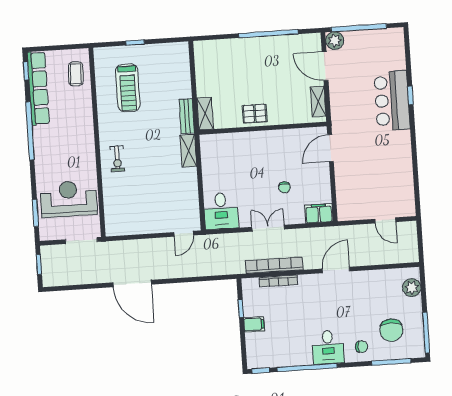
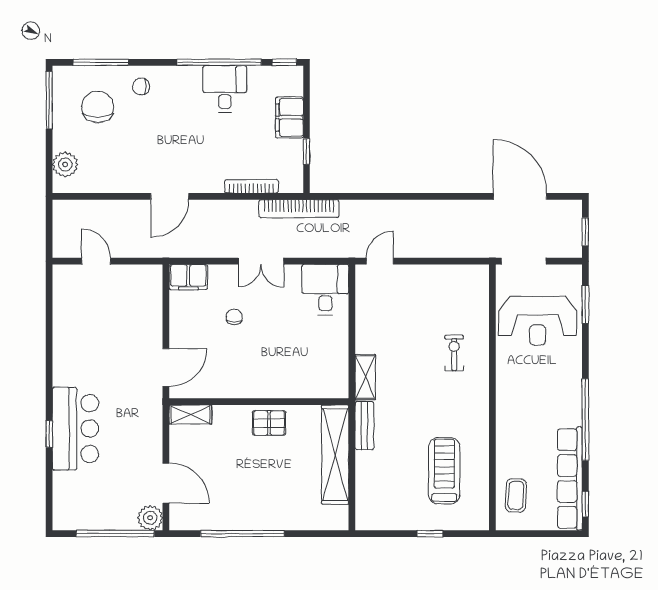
shelving: (318, 102) -> (190, 415), moved, turned 90
shelving: (205, 114) -> (335, 455), width x2.20, depth x1.33
exercise bike: (117, 159) -> (454, 353), moved
bookcase: (274, 265) -> (299, 209), moved
door: (132, 284) -> (520, 196), moved
filing cabinet: (254, 324) -> (289, 117), width x2.00
desk: (328, 347) -> (225, 89), moved

